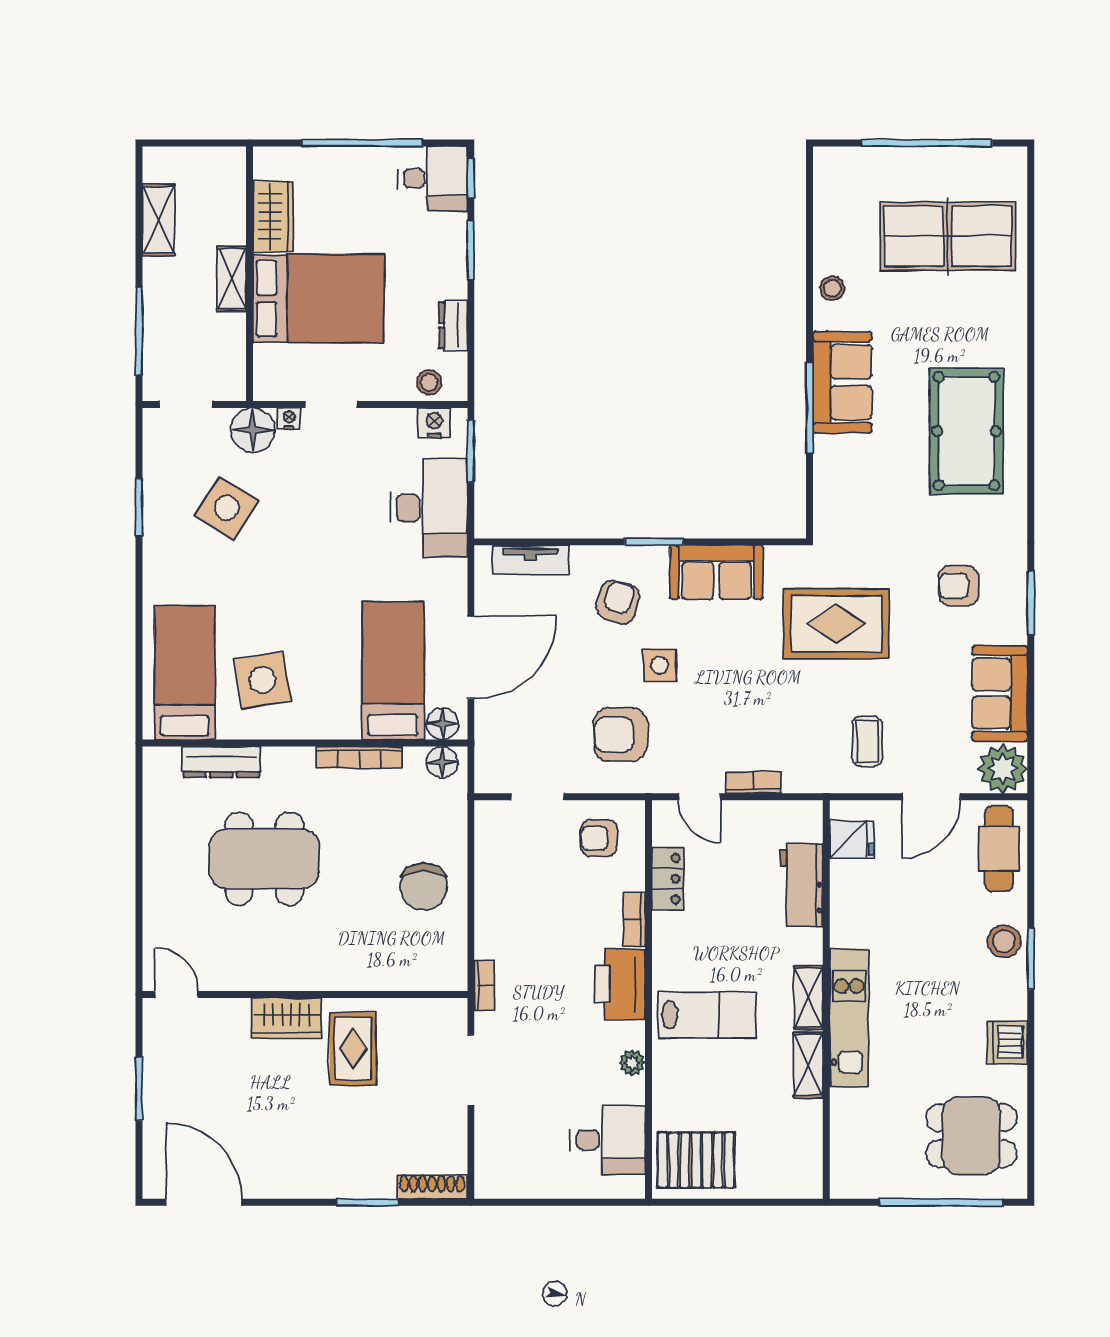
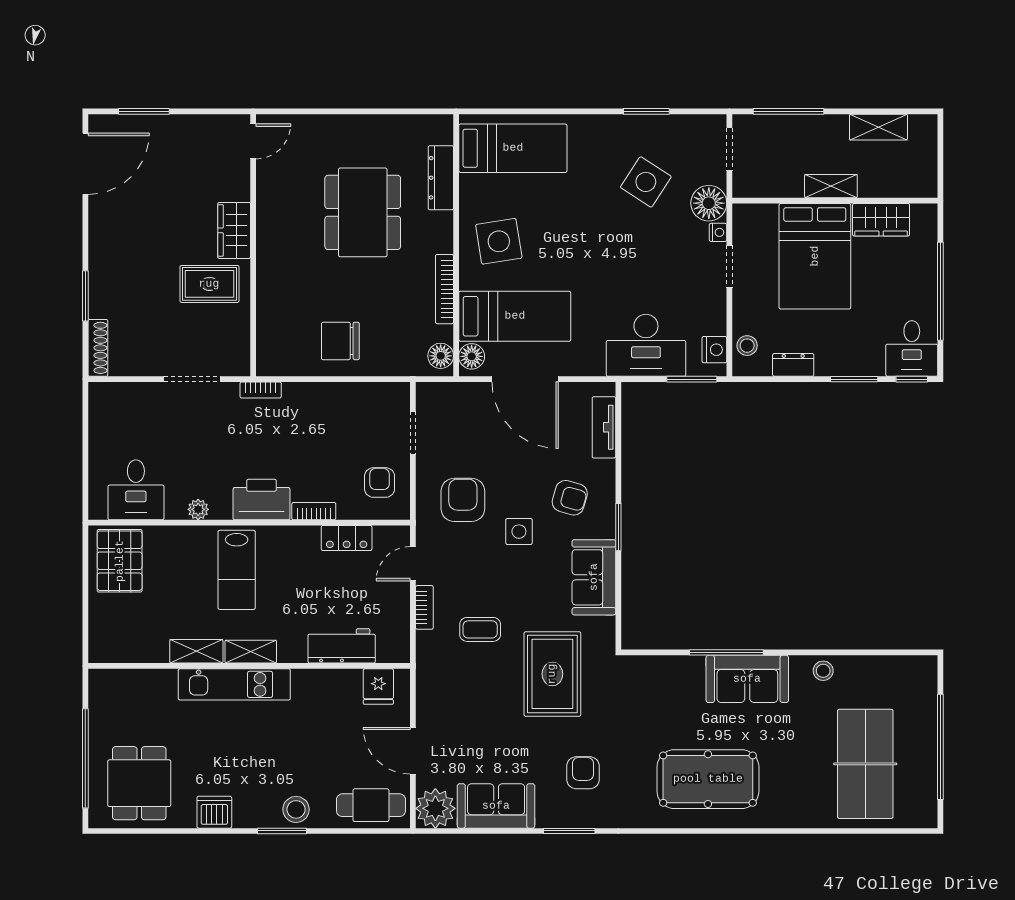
side table: (262, 680) -> (499, 241), moved
coffee table: (867, 741) -> (480, 629), moved
window: (139, 1089) -> (144, 111), moved

